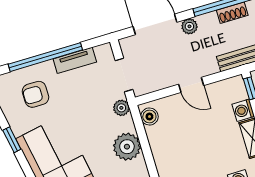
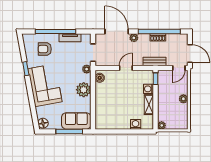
door: (191, 85) -> (126, 68), swing flipped

